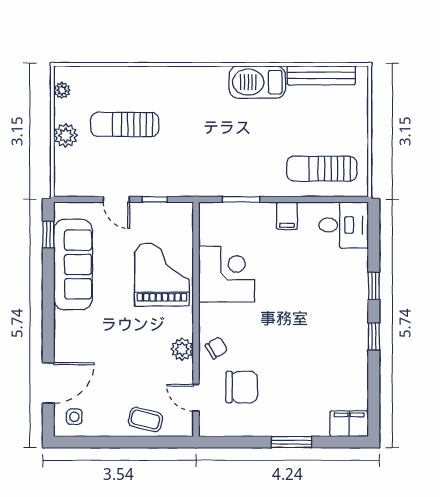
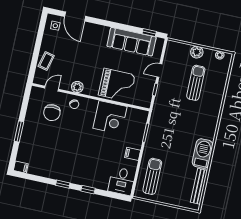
filing cabinet: (349, 424) -> (21, 167), width x0.50

